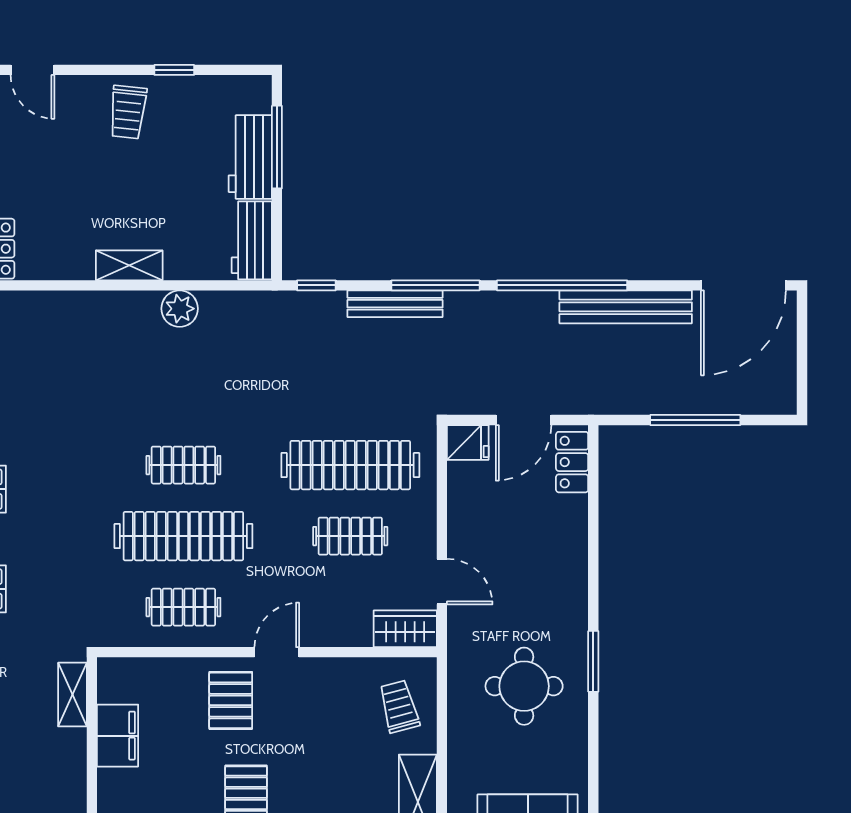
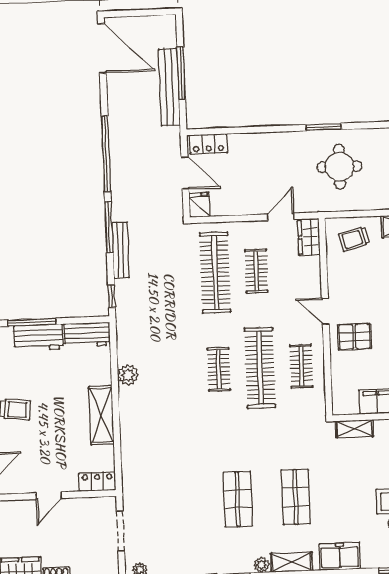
shelving: (129, 265) -> (102, 415), width x1.50, depth x1.33
bench: (626, 307) -> (169, 87), moved

